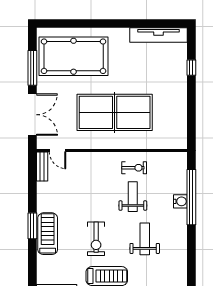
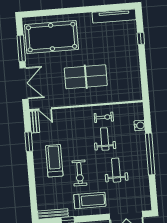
table tennis table: (115, 112) -> (86, 77), width x0.73, depth x0.76
window: (191, 197) -> (150, 154), moved
water cooler: (180, 201) -> (140, 125), moved
window: (32, 226) -> (29, 142), moved
treadmill: (48, 234) -> (54, 161), moved

